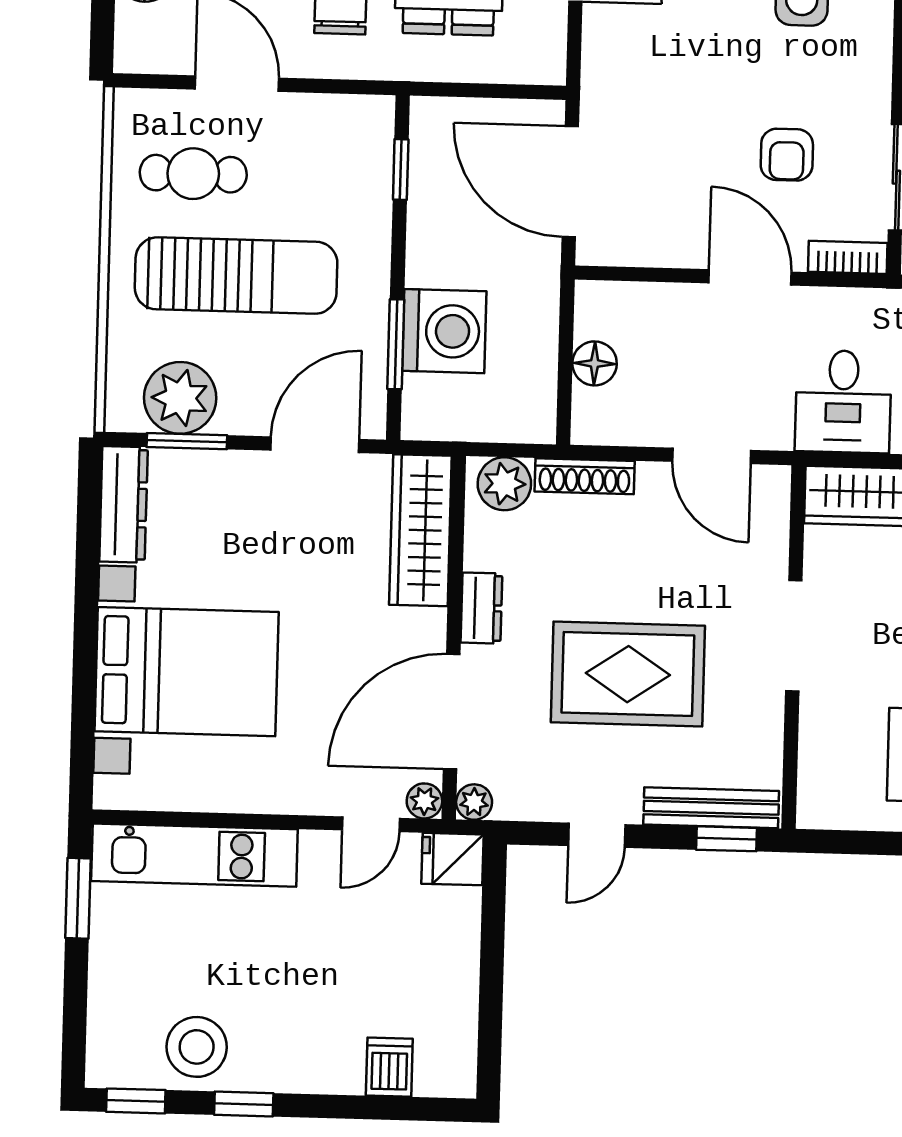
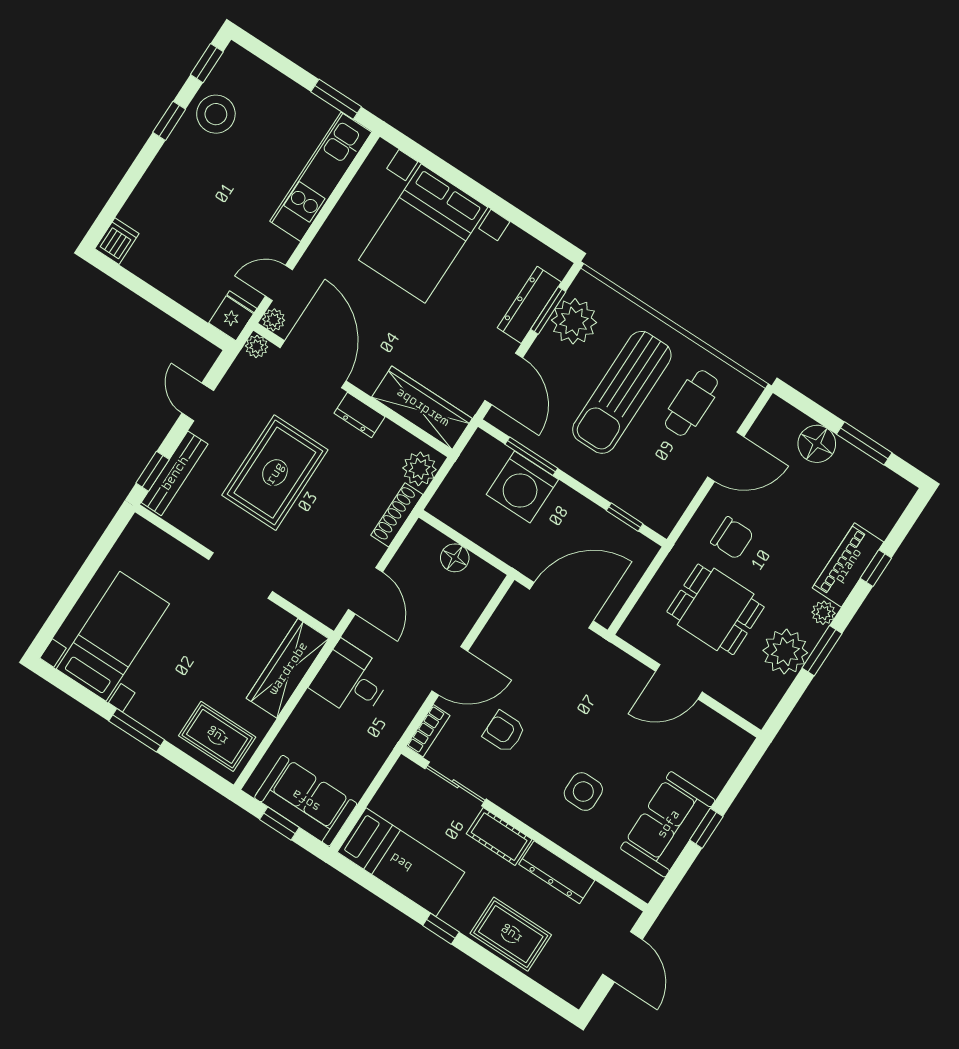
door: (712, 456) -> (366, 591), swing flipped
dresser: (124, 504) -> (529, 305), moved, turned 90
door: (371, 824) -> (279, 283), hinge flipped
dishwasher: (389, 1067) -> (117, 241), moved, turned -90

